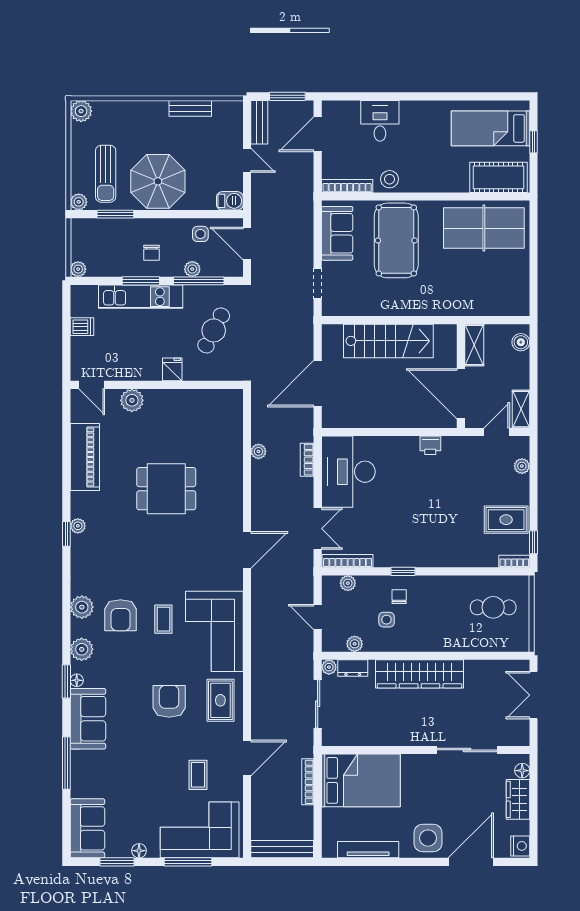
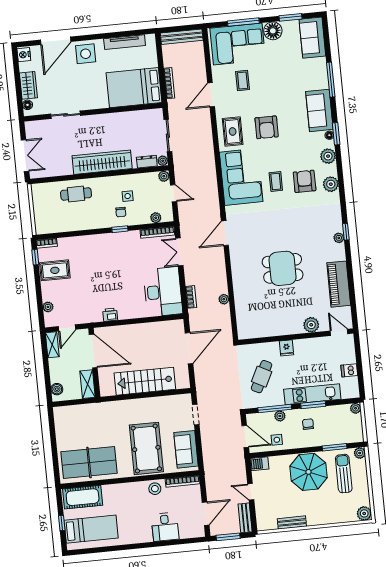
cafe table: (493, 607) -> (76, 194), moved
plant: (355, 644) -> (164, 176), moved
sliding door: (467, 750) -> (66, 115), width x0.73
floor lamp: (139, 851) -> (273, 31), width x1.89, depth x1.89

